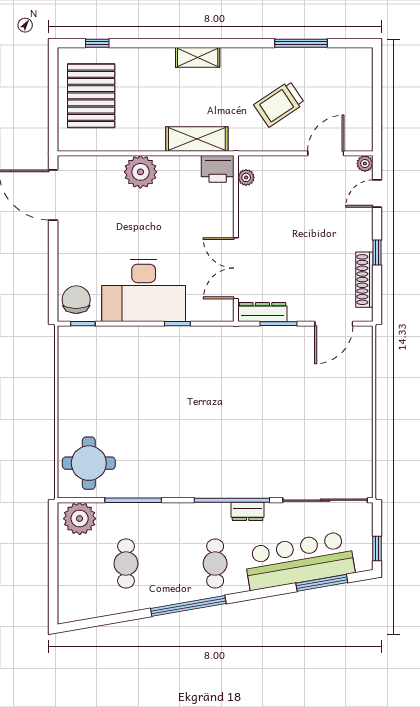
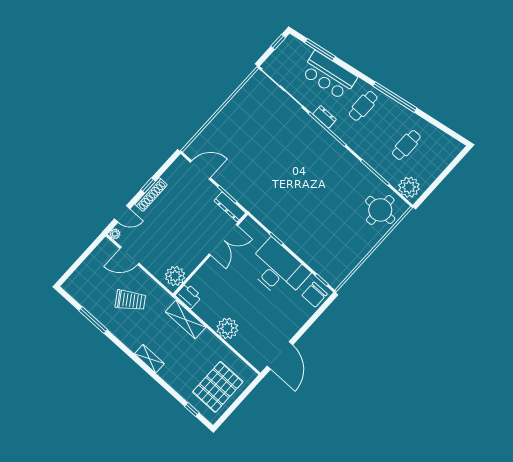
plant: (246, 177) -> (175, 276), width x1.88, depth x1.88
shoe rack: (364, 280) -> (151, 195), moved
bar counter: (299, 561) -> (329, 75), width x0.73

